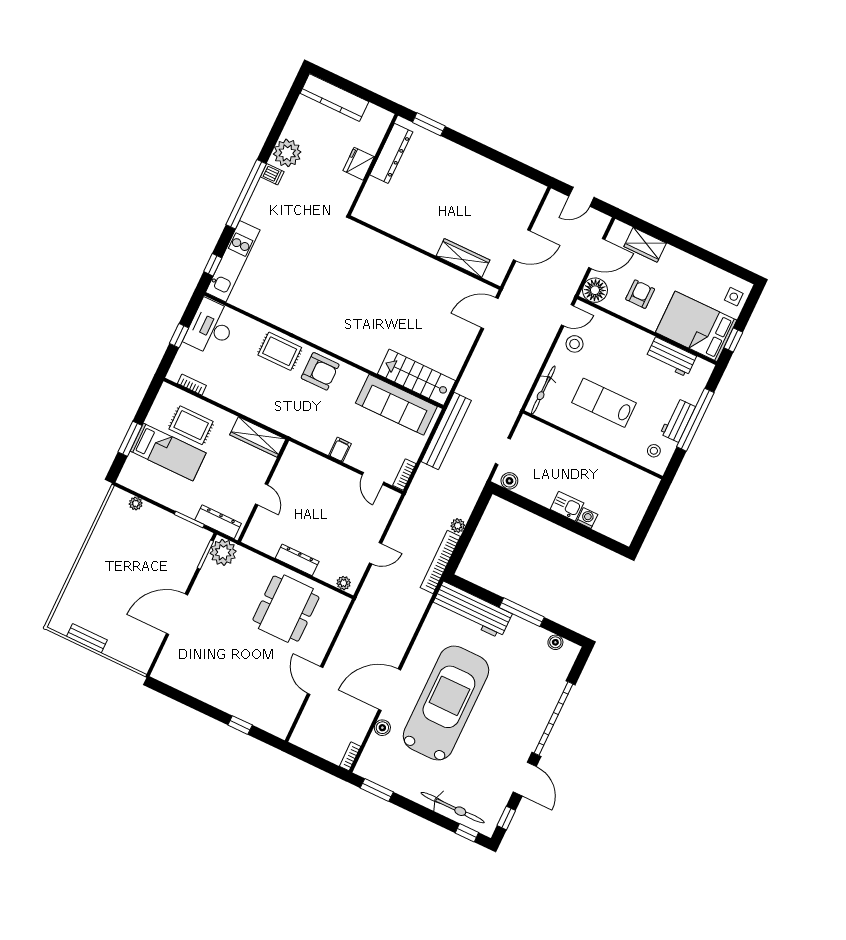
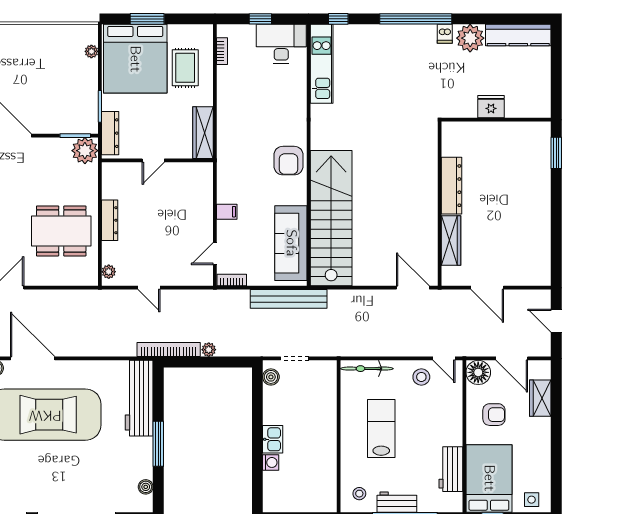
kitchen counter: (334, 98) -> (518, 35), moved, turned -90
dresser: (391, 153) -> (451, 186), moved, turned -90
kitchen unit: (233, 261) -> (322, 64), moved, turned -90
rug: (280, 351) -> (289, 116), removed
stairs: (416, 377) -> (331, 218), width x1.86, depth x1.51
bed: (168, 452) -> (135, 59), width x2.04

